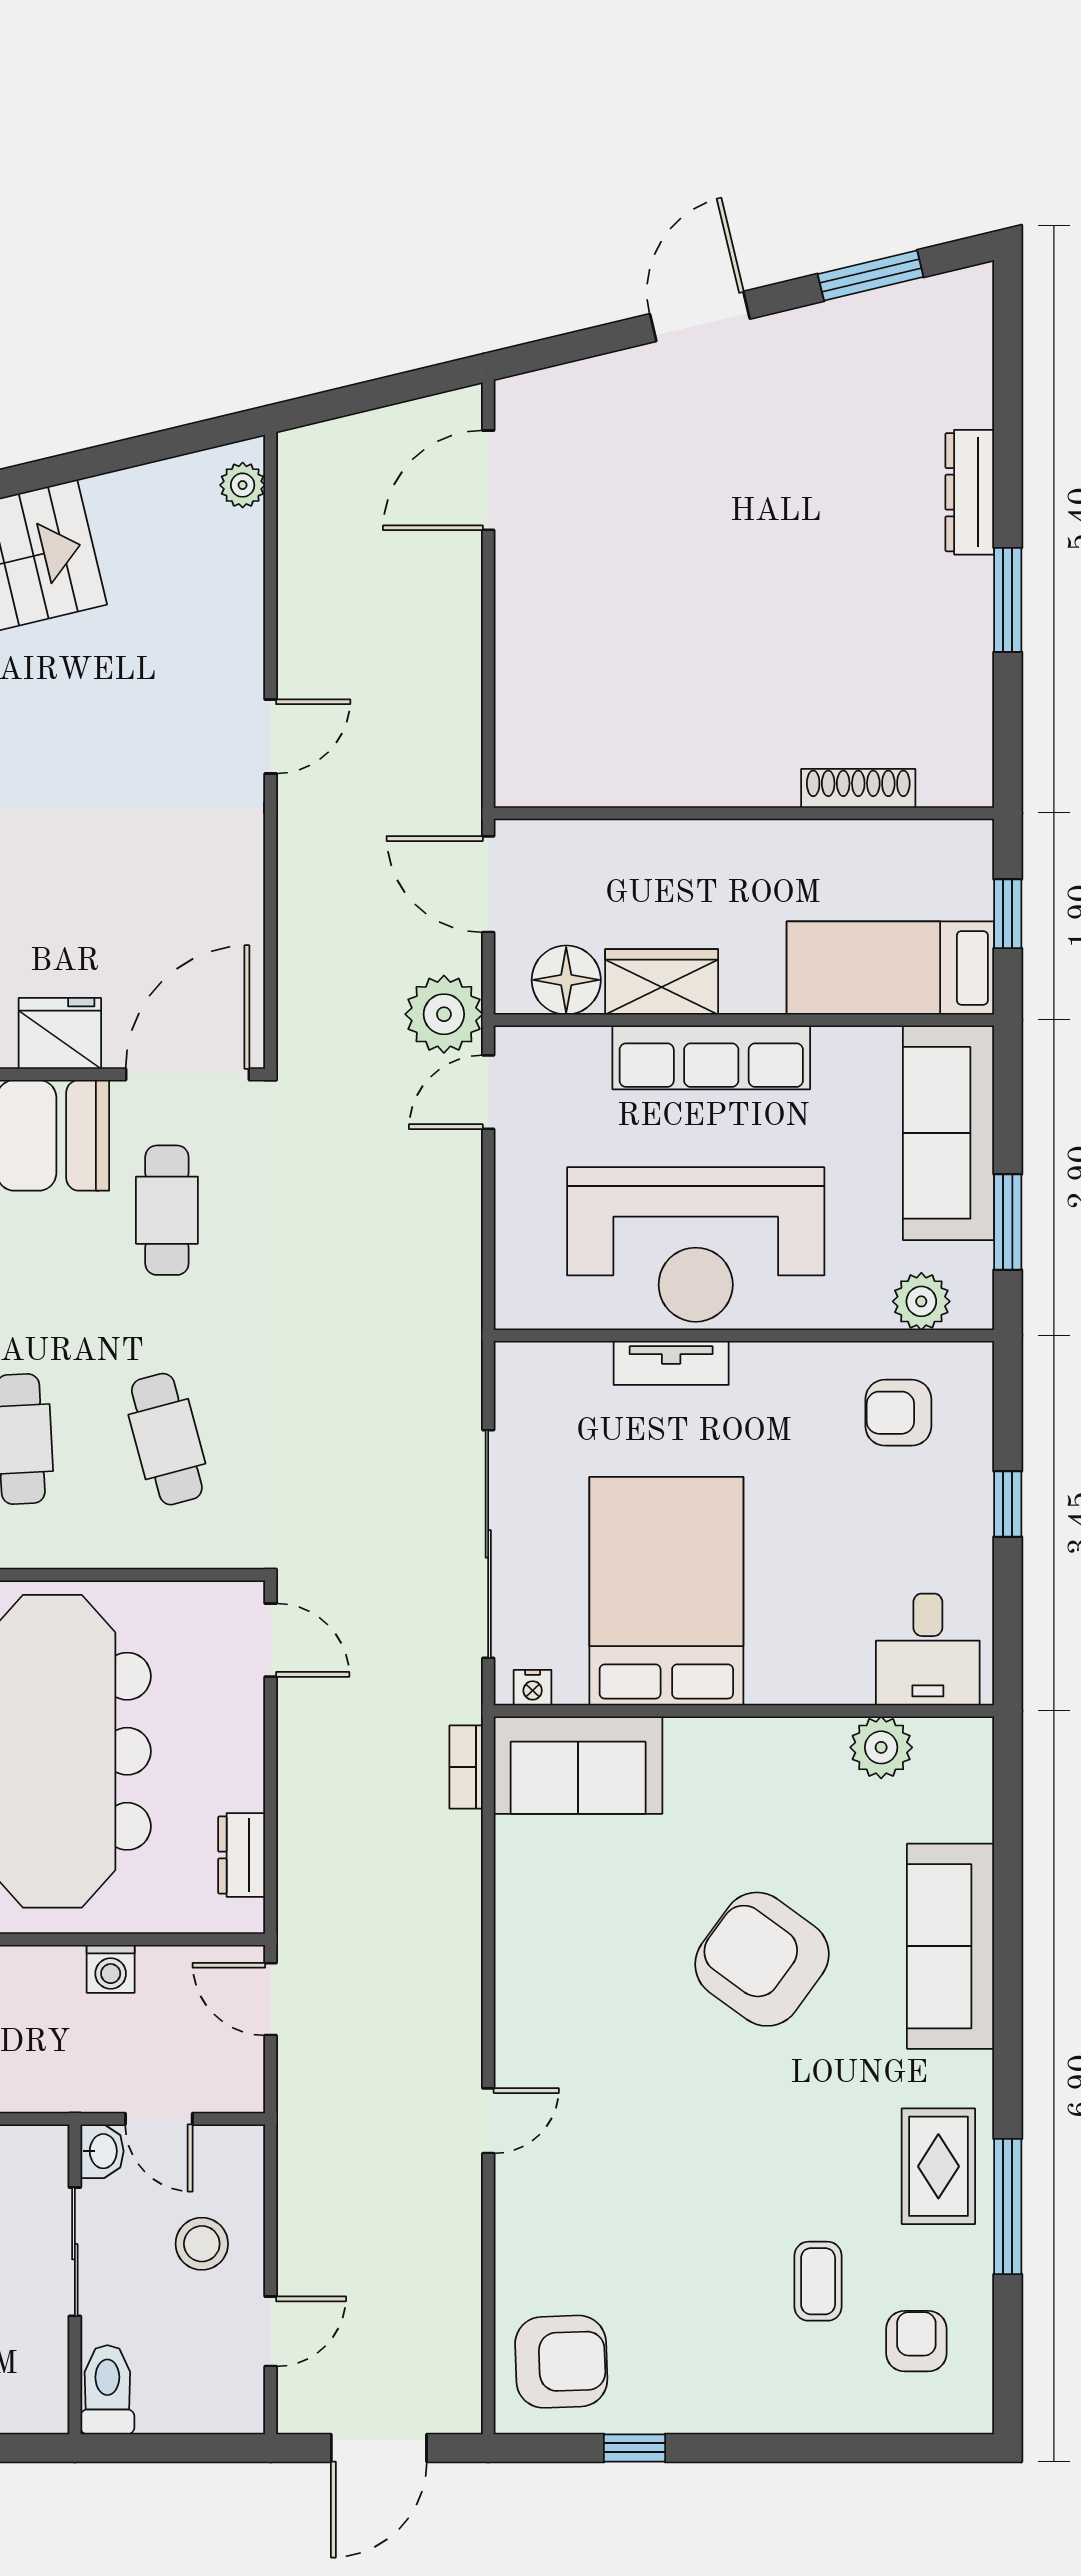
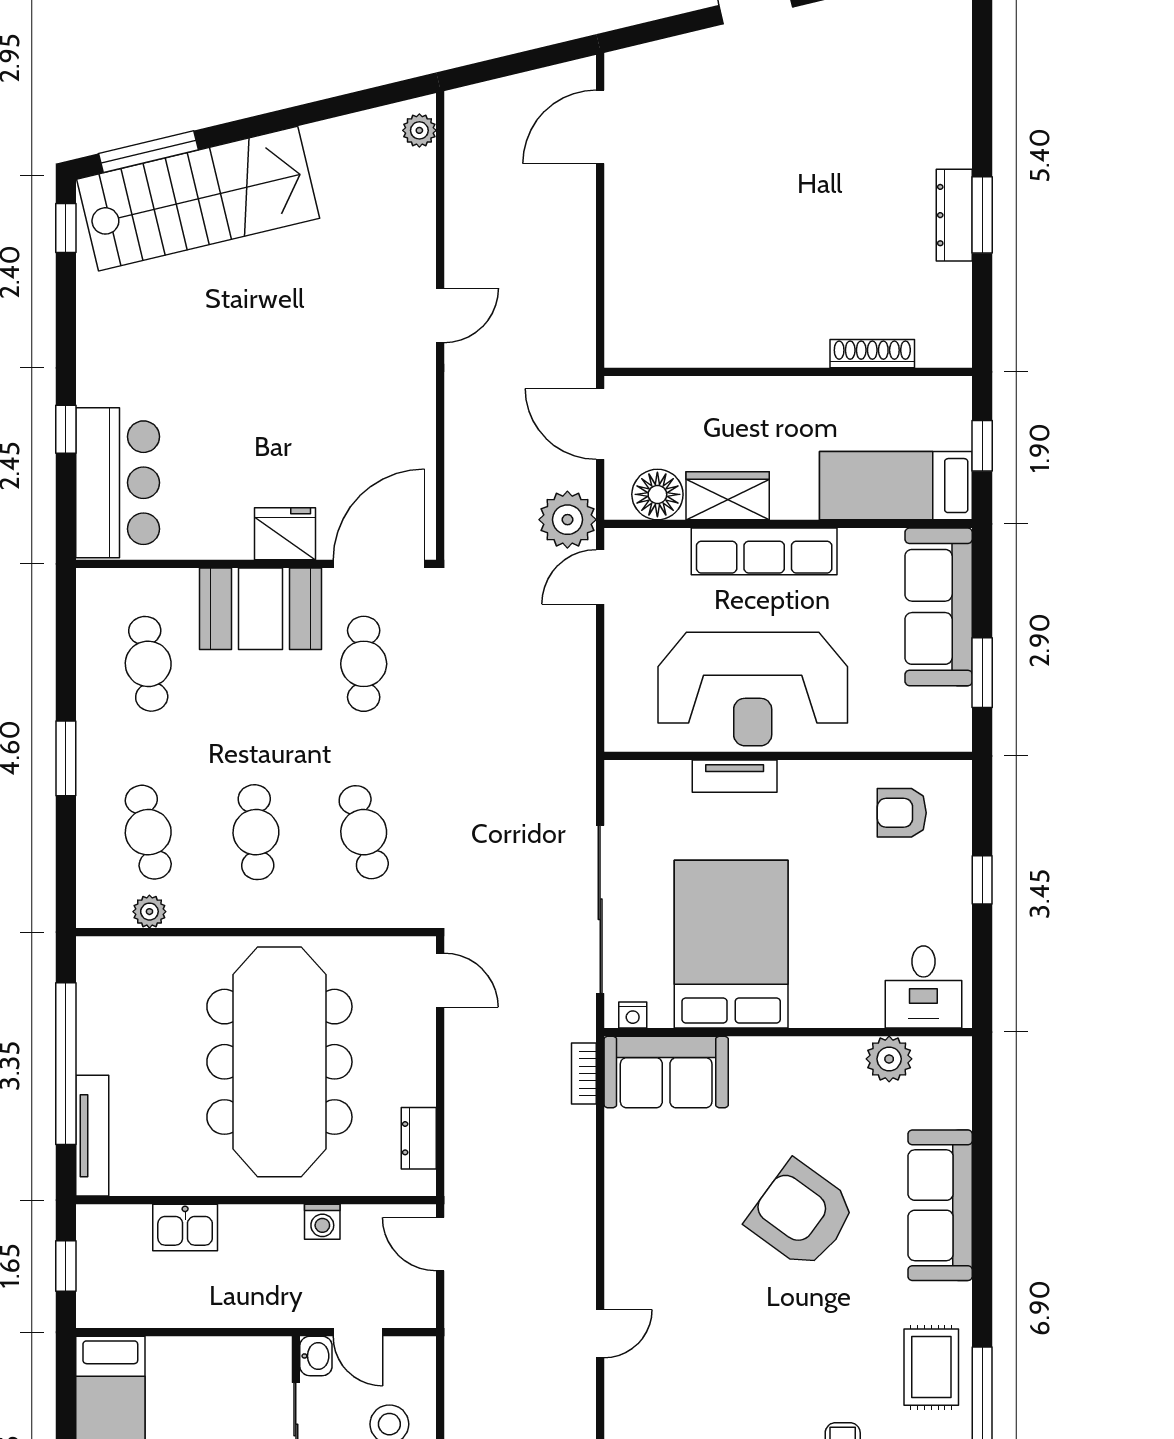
dresser: (970, 492) -> (954, 215), moved
plant: (921, 1301) -> (919, 731), removed

